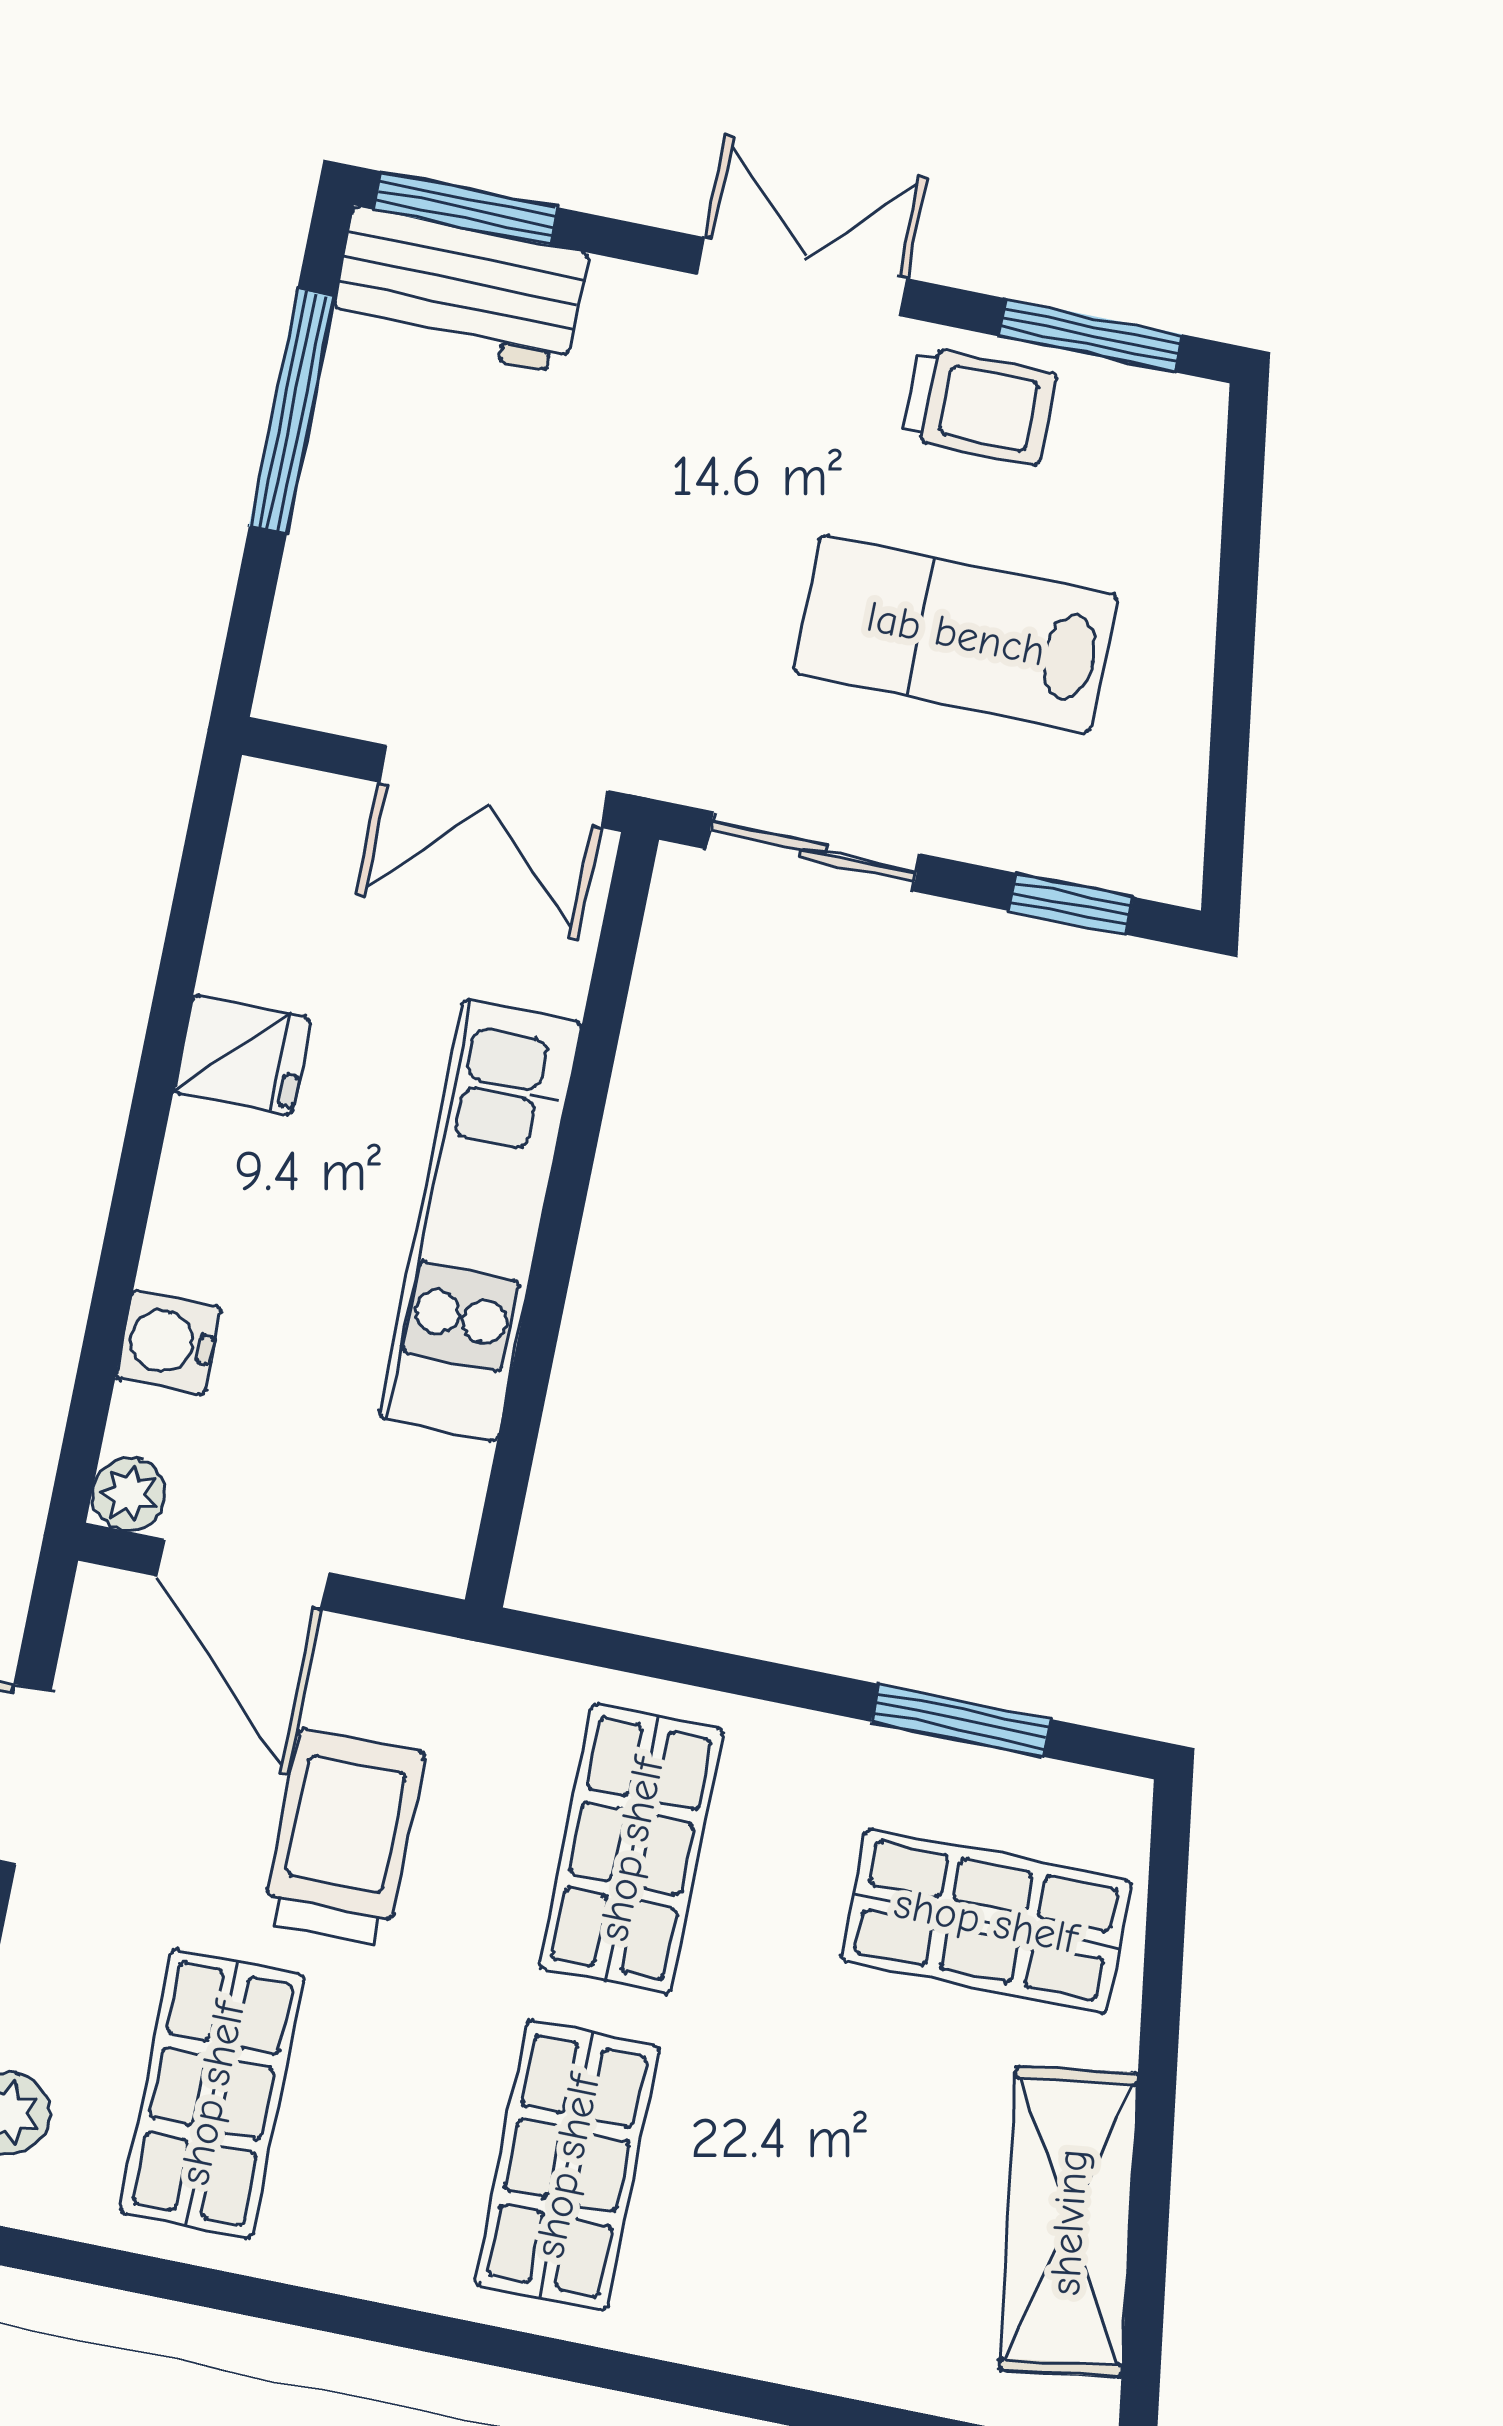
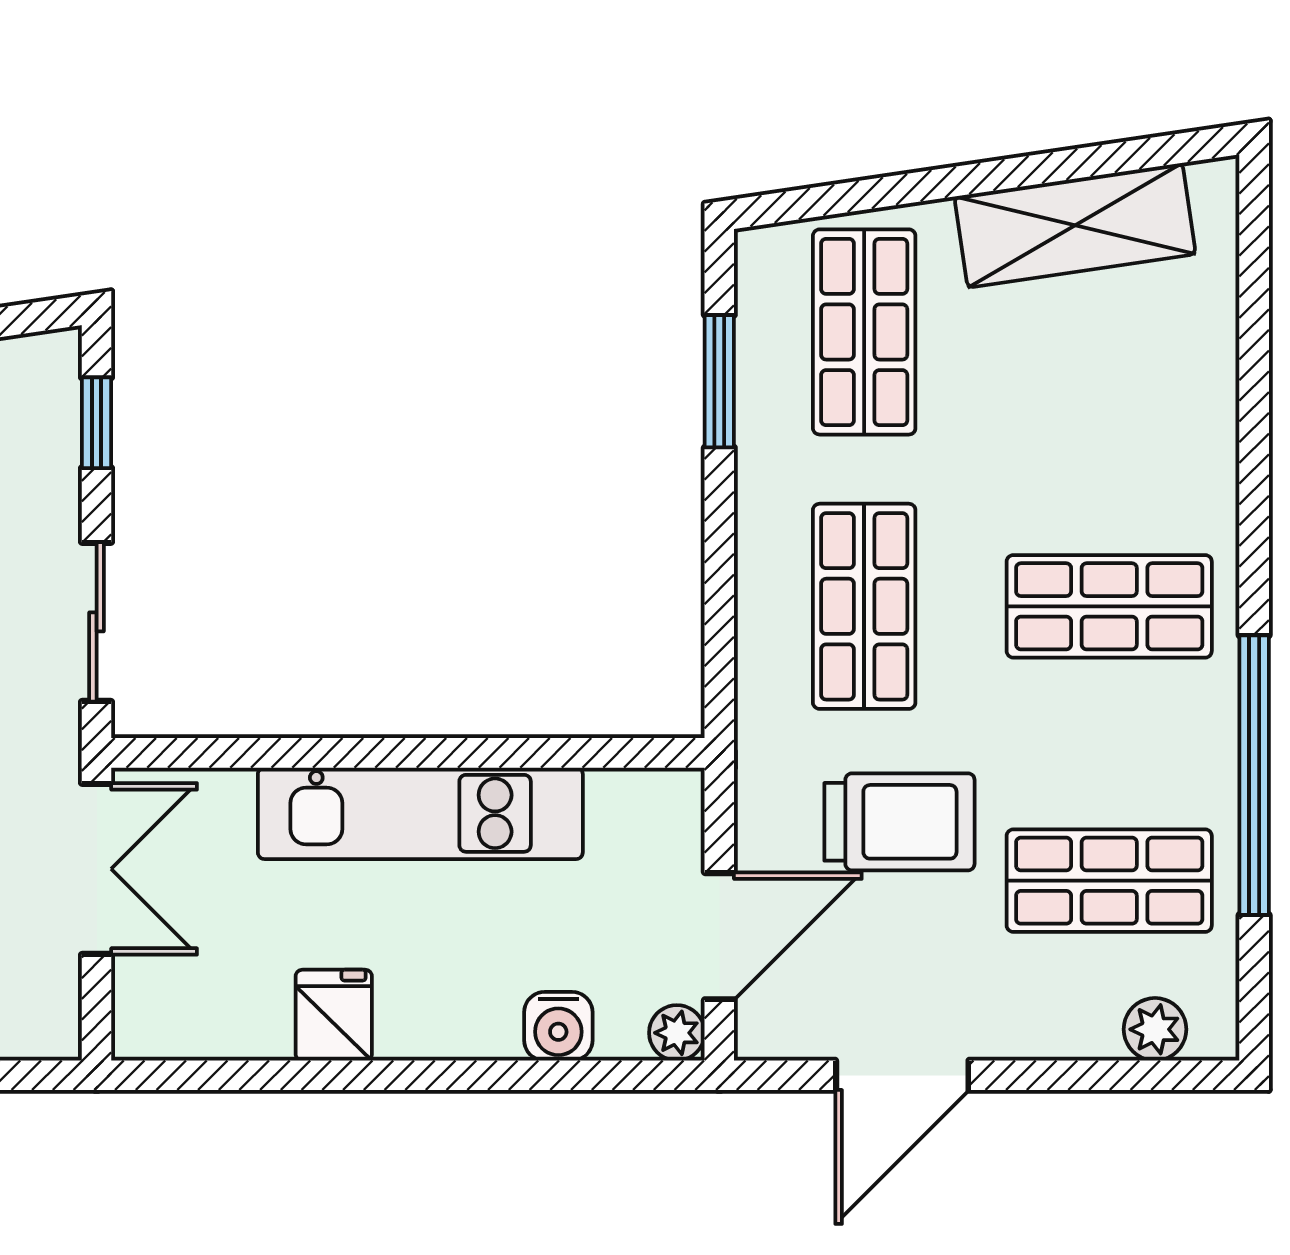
trolley: (343, 1837) -> (899, 822), turned 180
shop shelf: (631, 1849) -> (864, 606), turned 90
window: (310, 2309) -> (1254, 775), added

